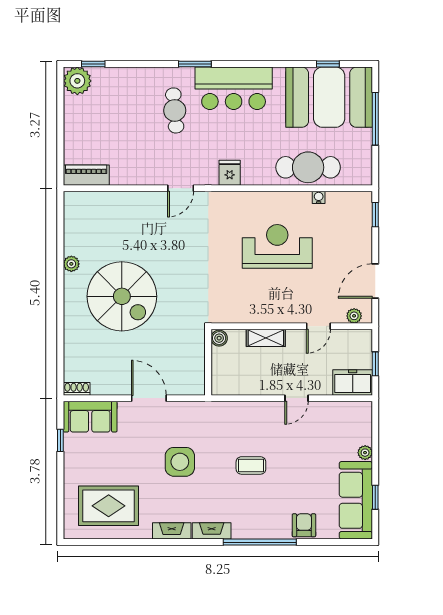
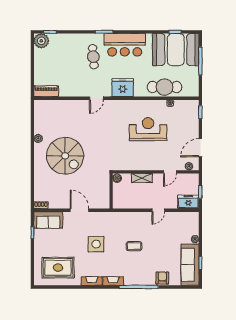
fridge: (230, 173) -> (123, 88), width x1.88, depth x1.34

